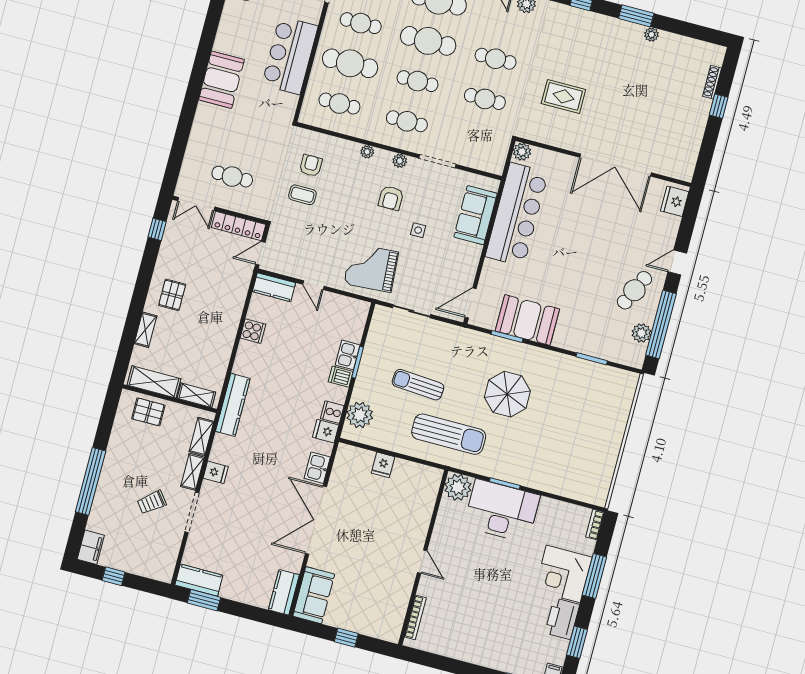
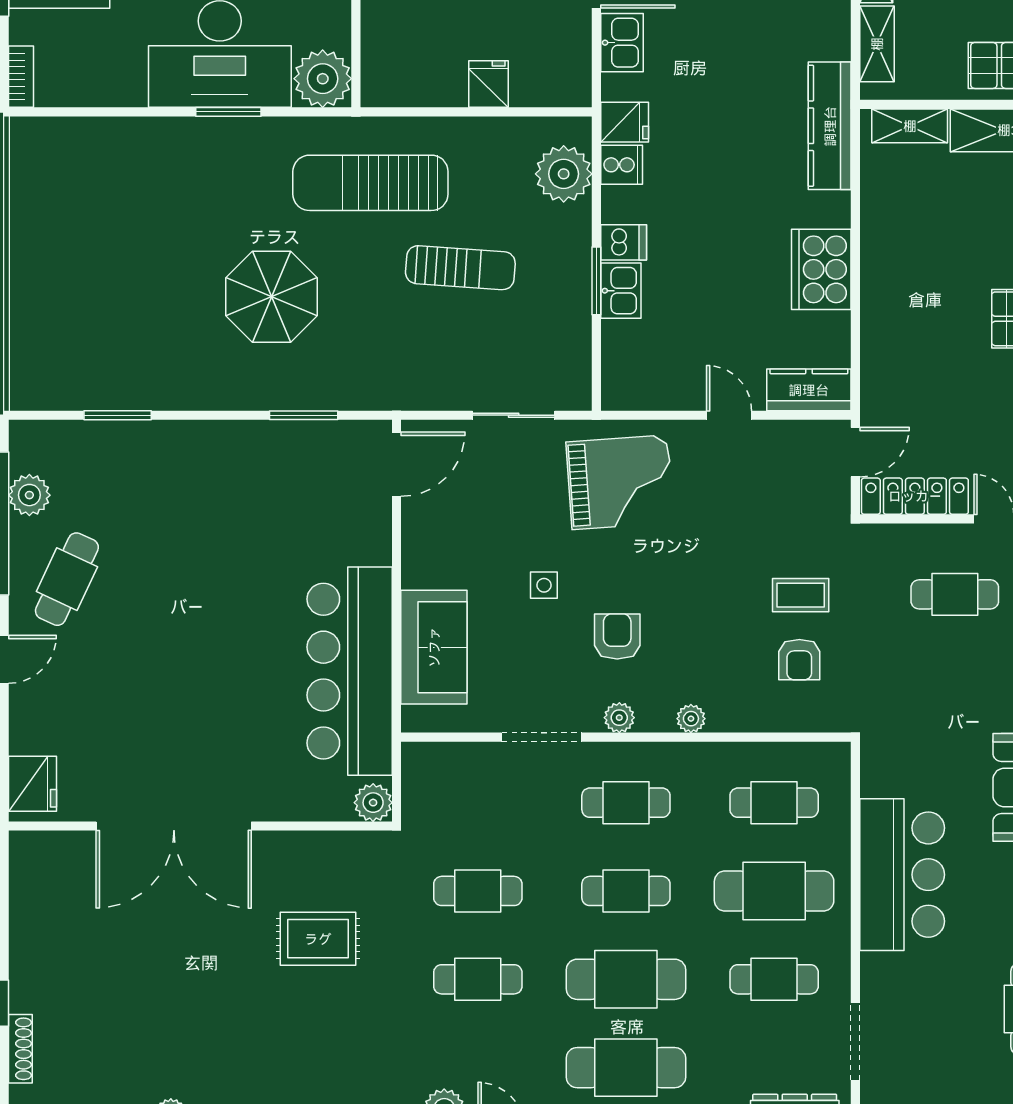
double door: (616, 165) -> (174, 826), swing flipped
booth: (527, 320) -> (271, 460), removed
cooker: (253, 331) -> (821, 269), width x1.87, depth x1.31

